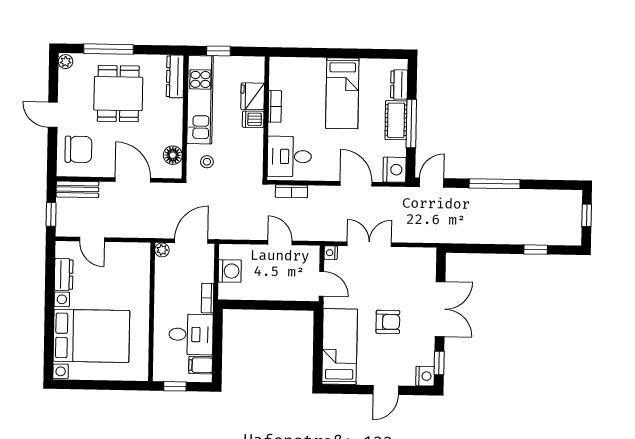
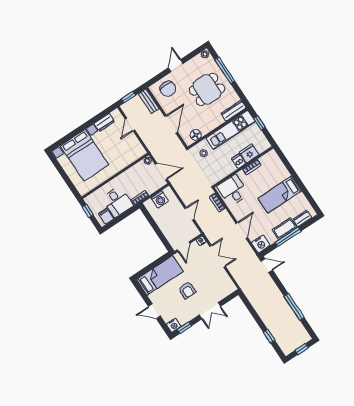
window: (495, 184) -> (294, 307), moved
double door: (440, 309) -> (210, 311), width x0.73

